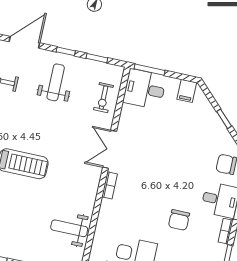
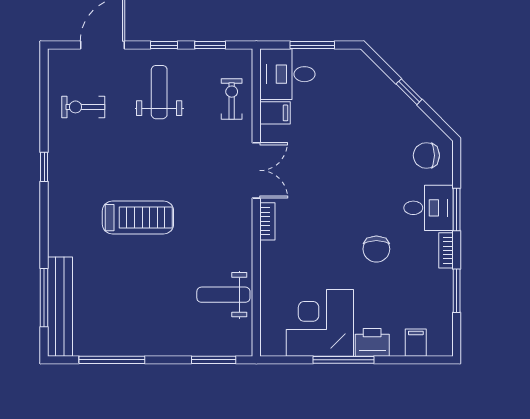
window: (149, 70) -> (312, 45), moved
filing cabinet: (187, 91) -> (275, 113), moved, turned -90
exercise bike: (103, 98) -> (232, 99), turned 180
double door: (110, 149) -> (256, 170), swing flipped

